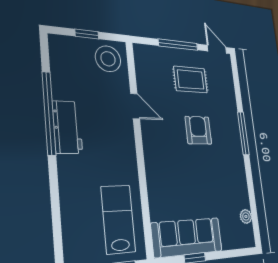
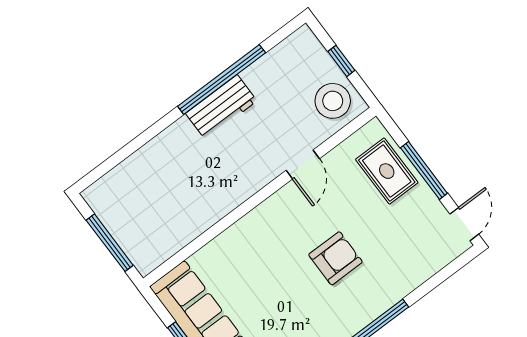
rug: (191, 80) -> (387, 171), moved
lab bench: (118, 219) -> (164, 221), removed

